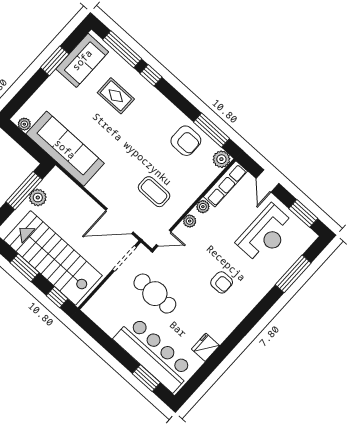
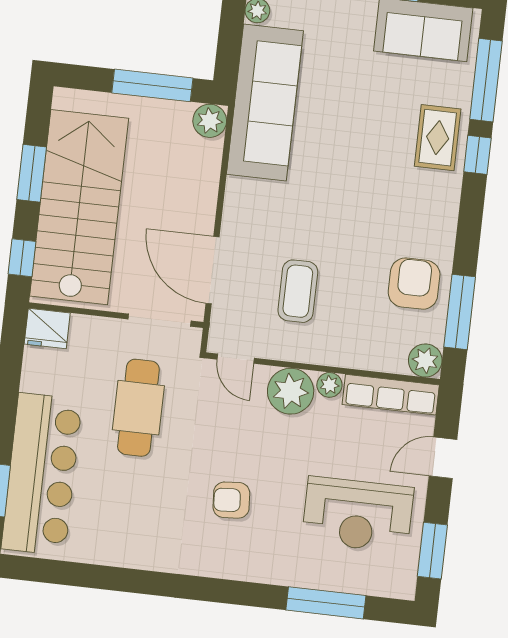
rug: (116, 96) -> (438, 138), moved
armchair: (186, 141) -> (414, 284), turned 180
plant: (38, 197) -> (210, 121), moved
plant: (190, 221) -> (291, 391), width x1.88, depth x1.88
armchair: (222, 282) -> (231, 500), turned 86
fridge: (205, 347) -> (47, 328), moved, turned 180

